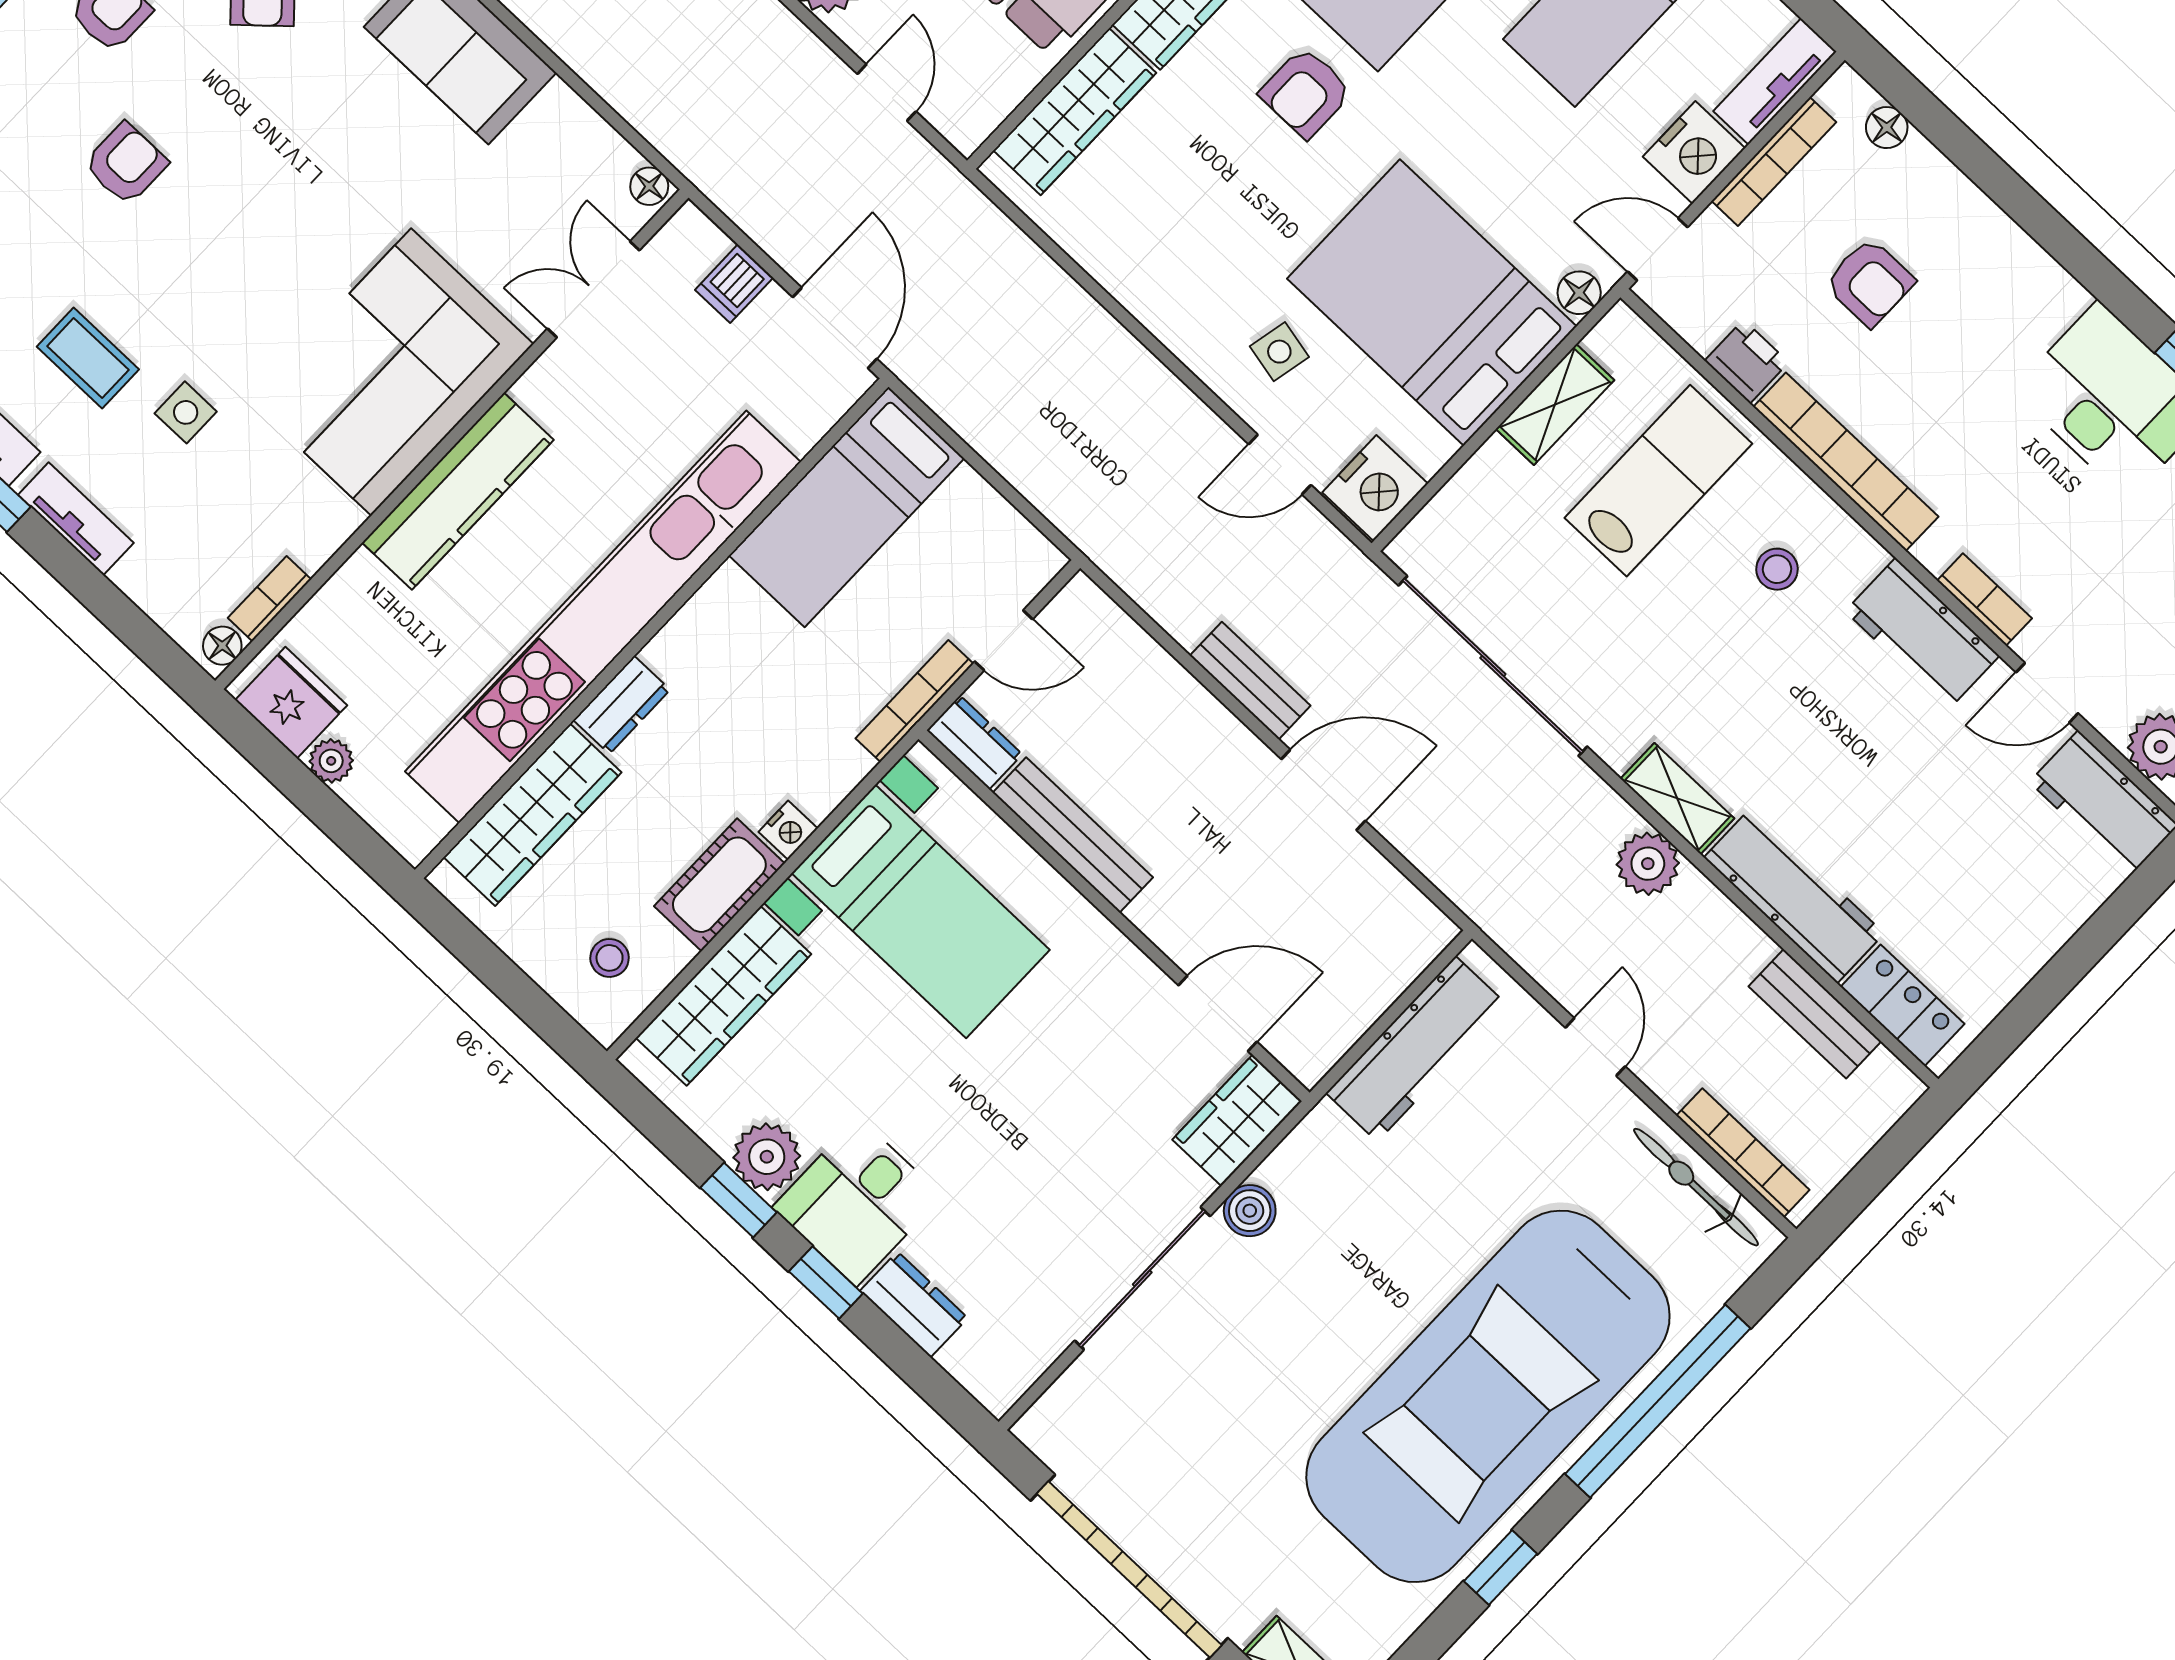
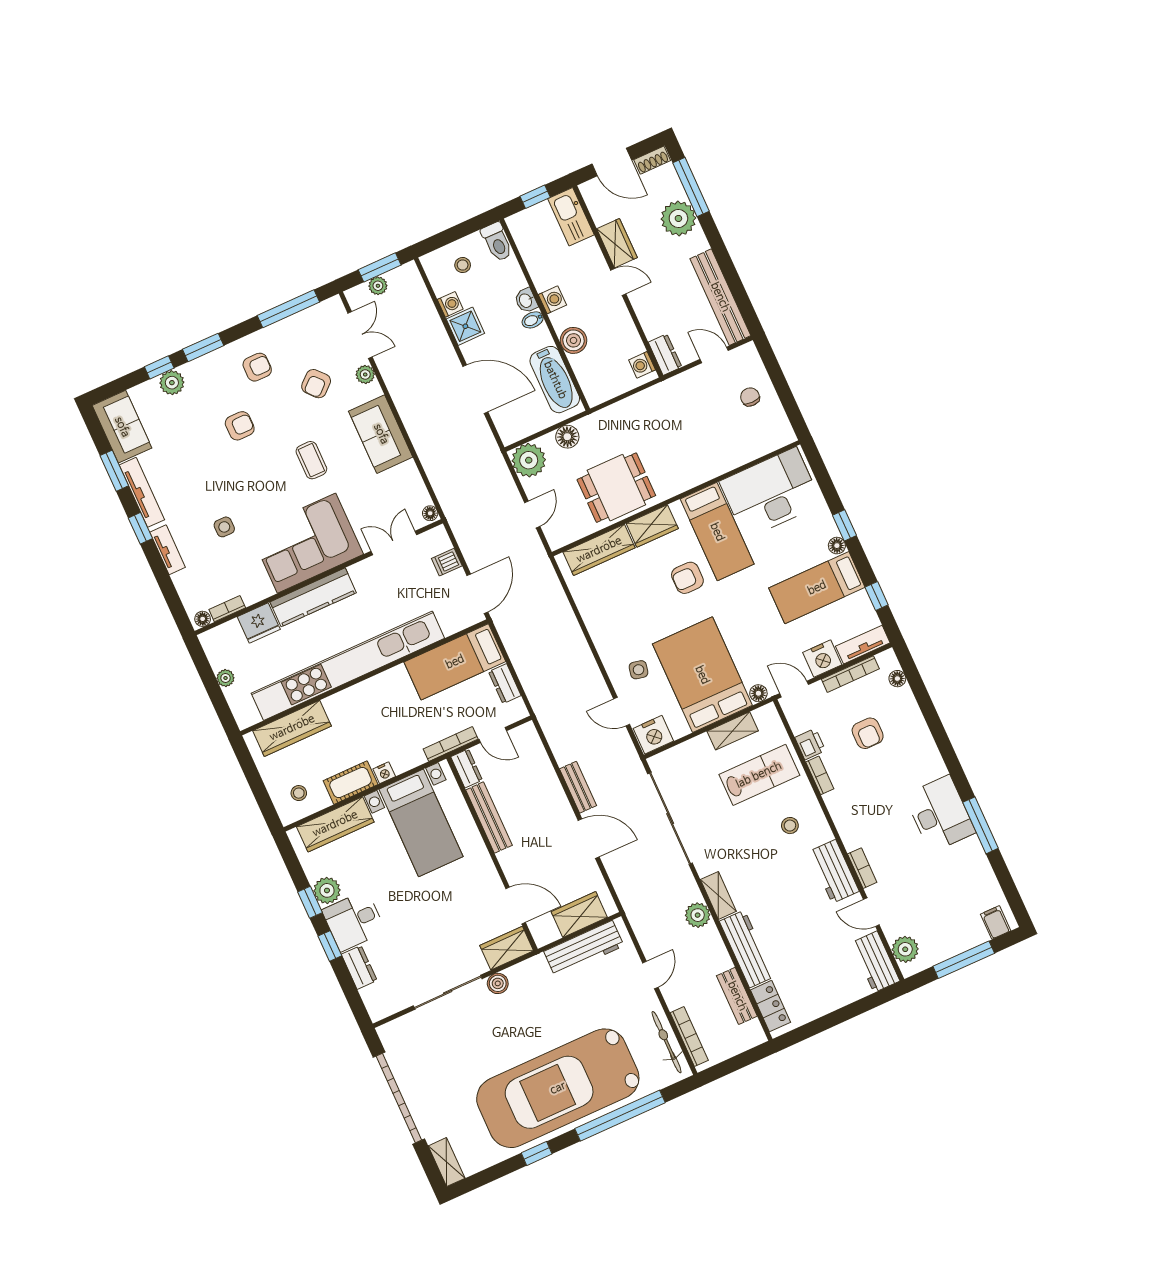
coffee table: (88, 358) -> (311, 460), moved
bookcase: (1846, 462) -> (820, 775), width x0.43, depth x0.76
fridge: (291, 703) -> (259, 623), moved, turned 90
dresser: (622, 705) -> (505, 684), moved, turned 90
wardrobe: (1373, 974) -> (579, 914), added

